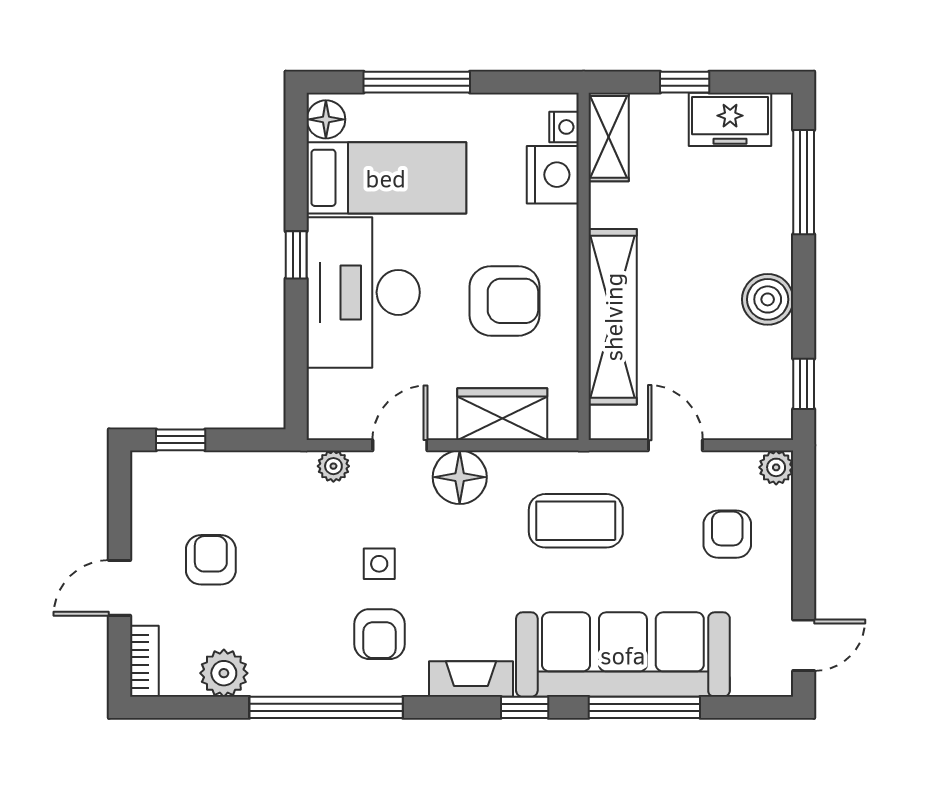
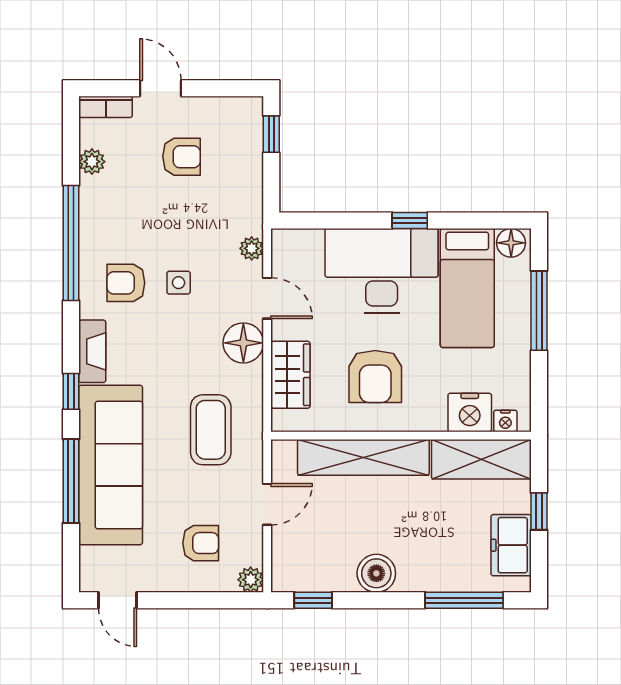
shelving: (609, 137) -> (481, 459), width x1.50, depth x1.33
plant: (224, 673) -> (92, 162), width x0.73, depth x0.73

